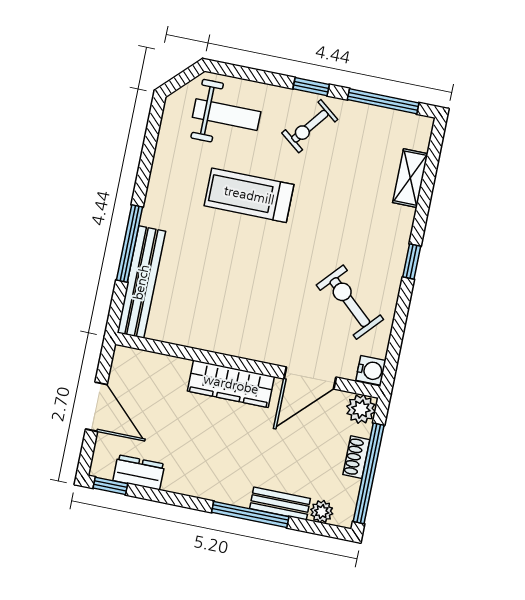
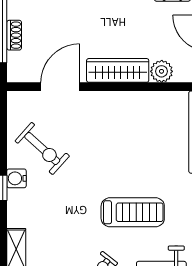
water cooler: (371, 370) -> (16, 178), moved
plant: (361, 409) -> (162, 71), moved

